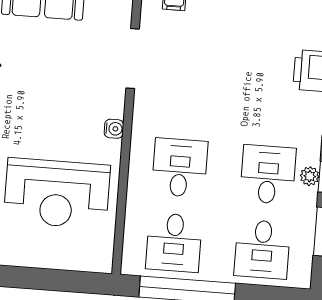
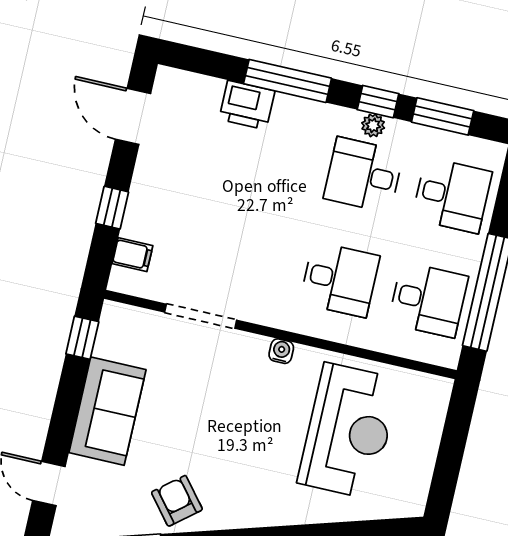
desk: (180, 168) -> (340, 279), turned 180

